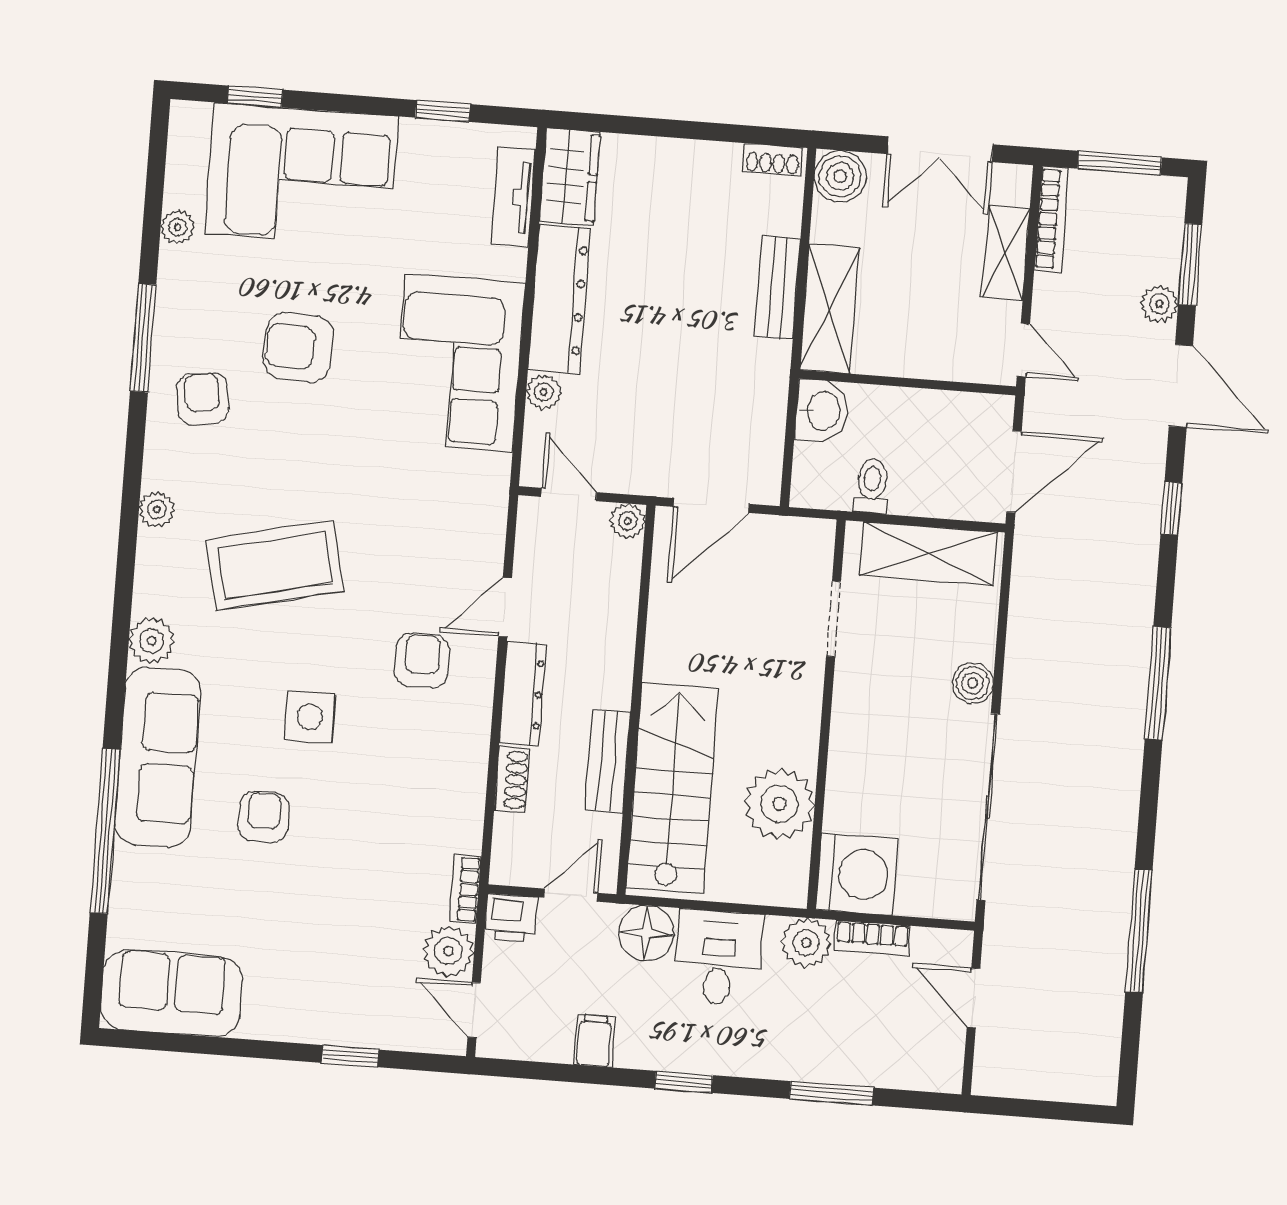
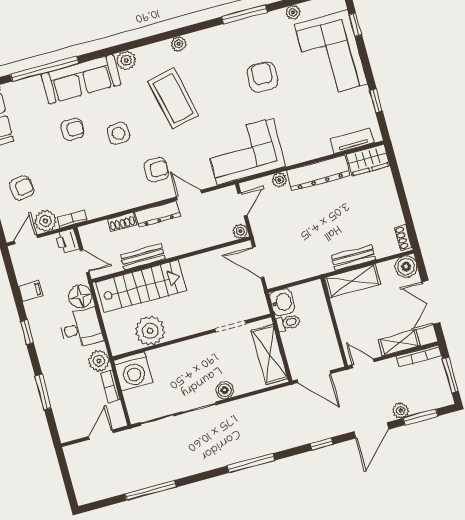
door: (1023, 350) -> (363, 363), swing flipped
corner sofa: (459, 363) -> (245, 152), moved
armchair: (203, 399) -> (22, 188), moved
washbasin: (822, 411) -> (282, 302), moved, turned -90

